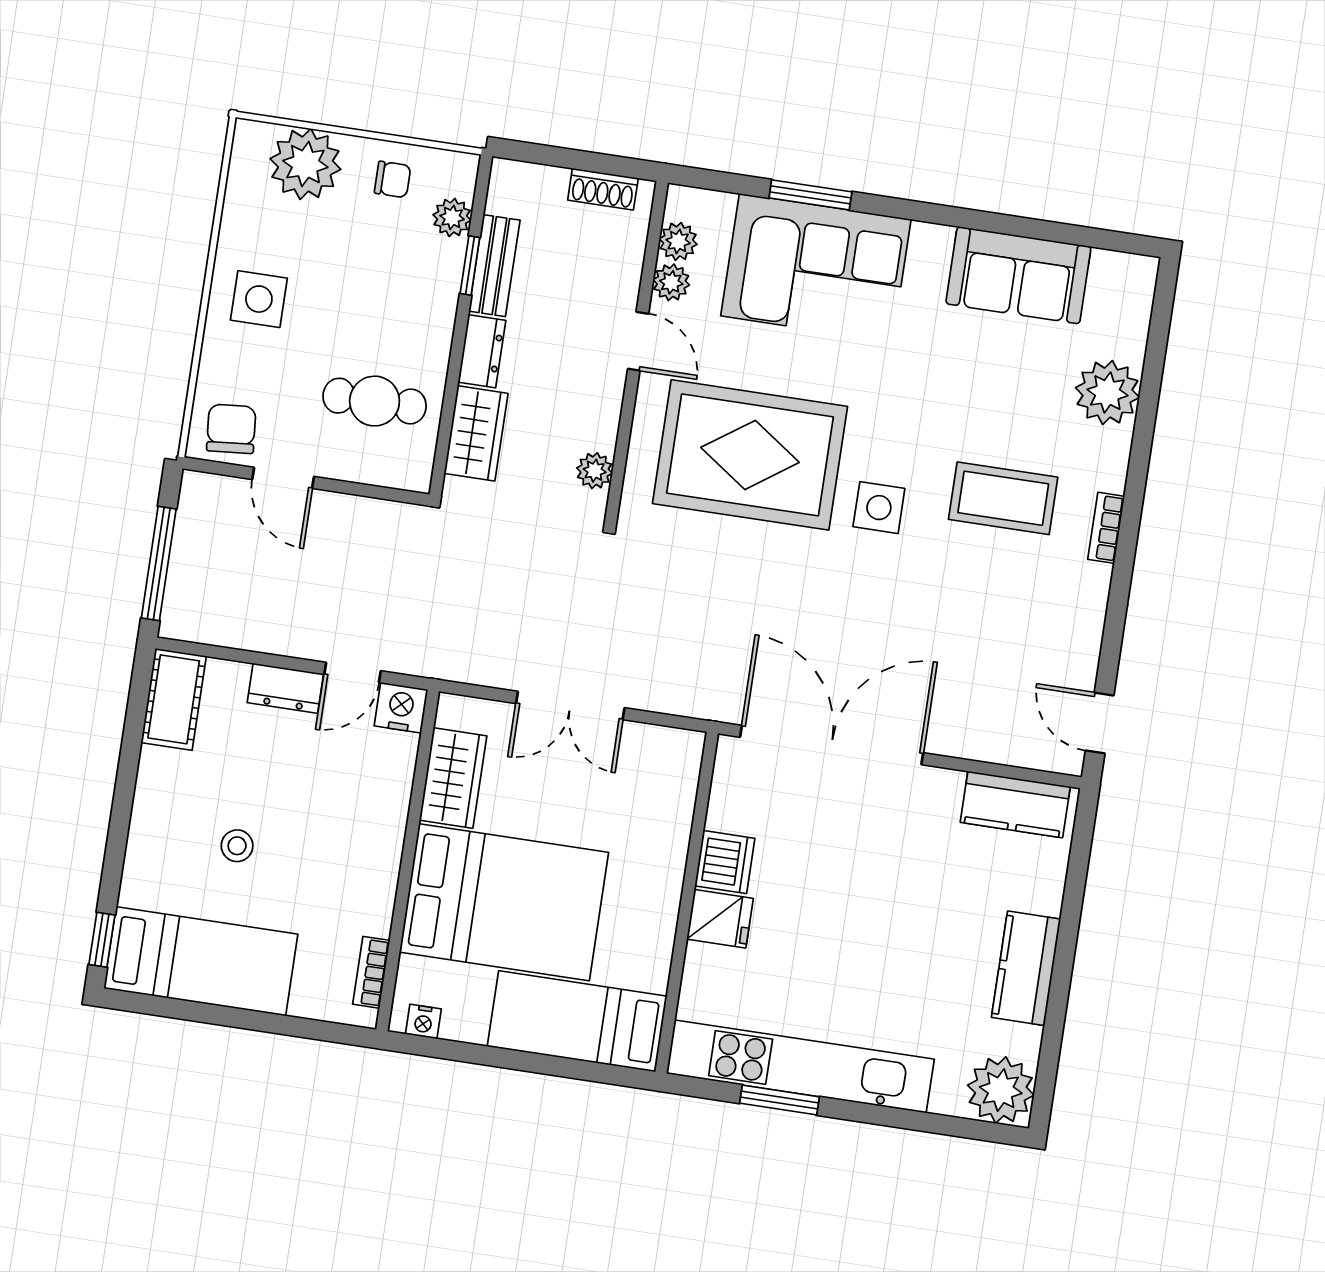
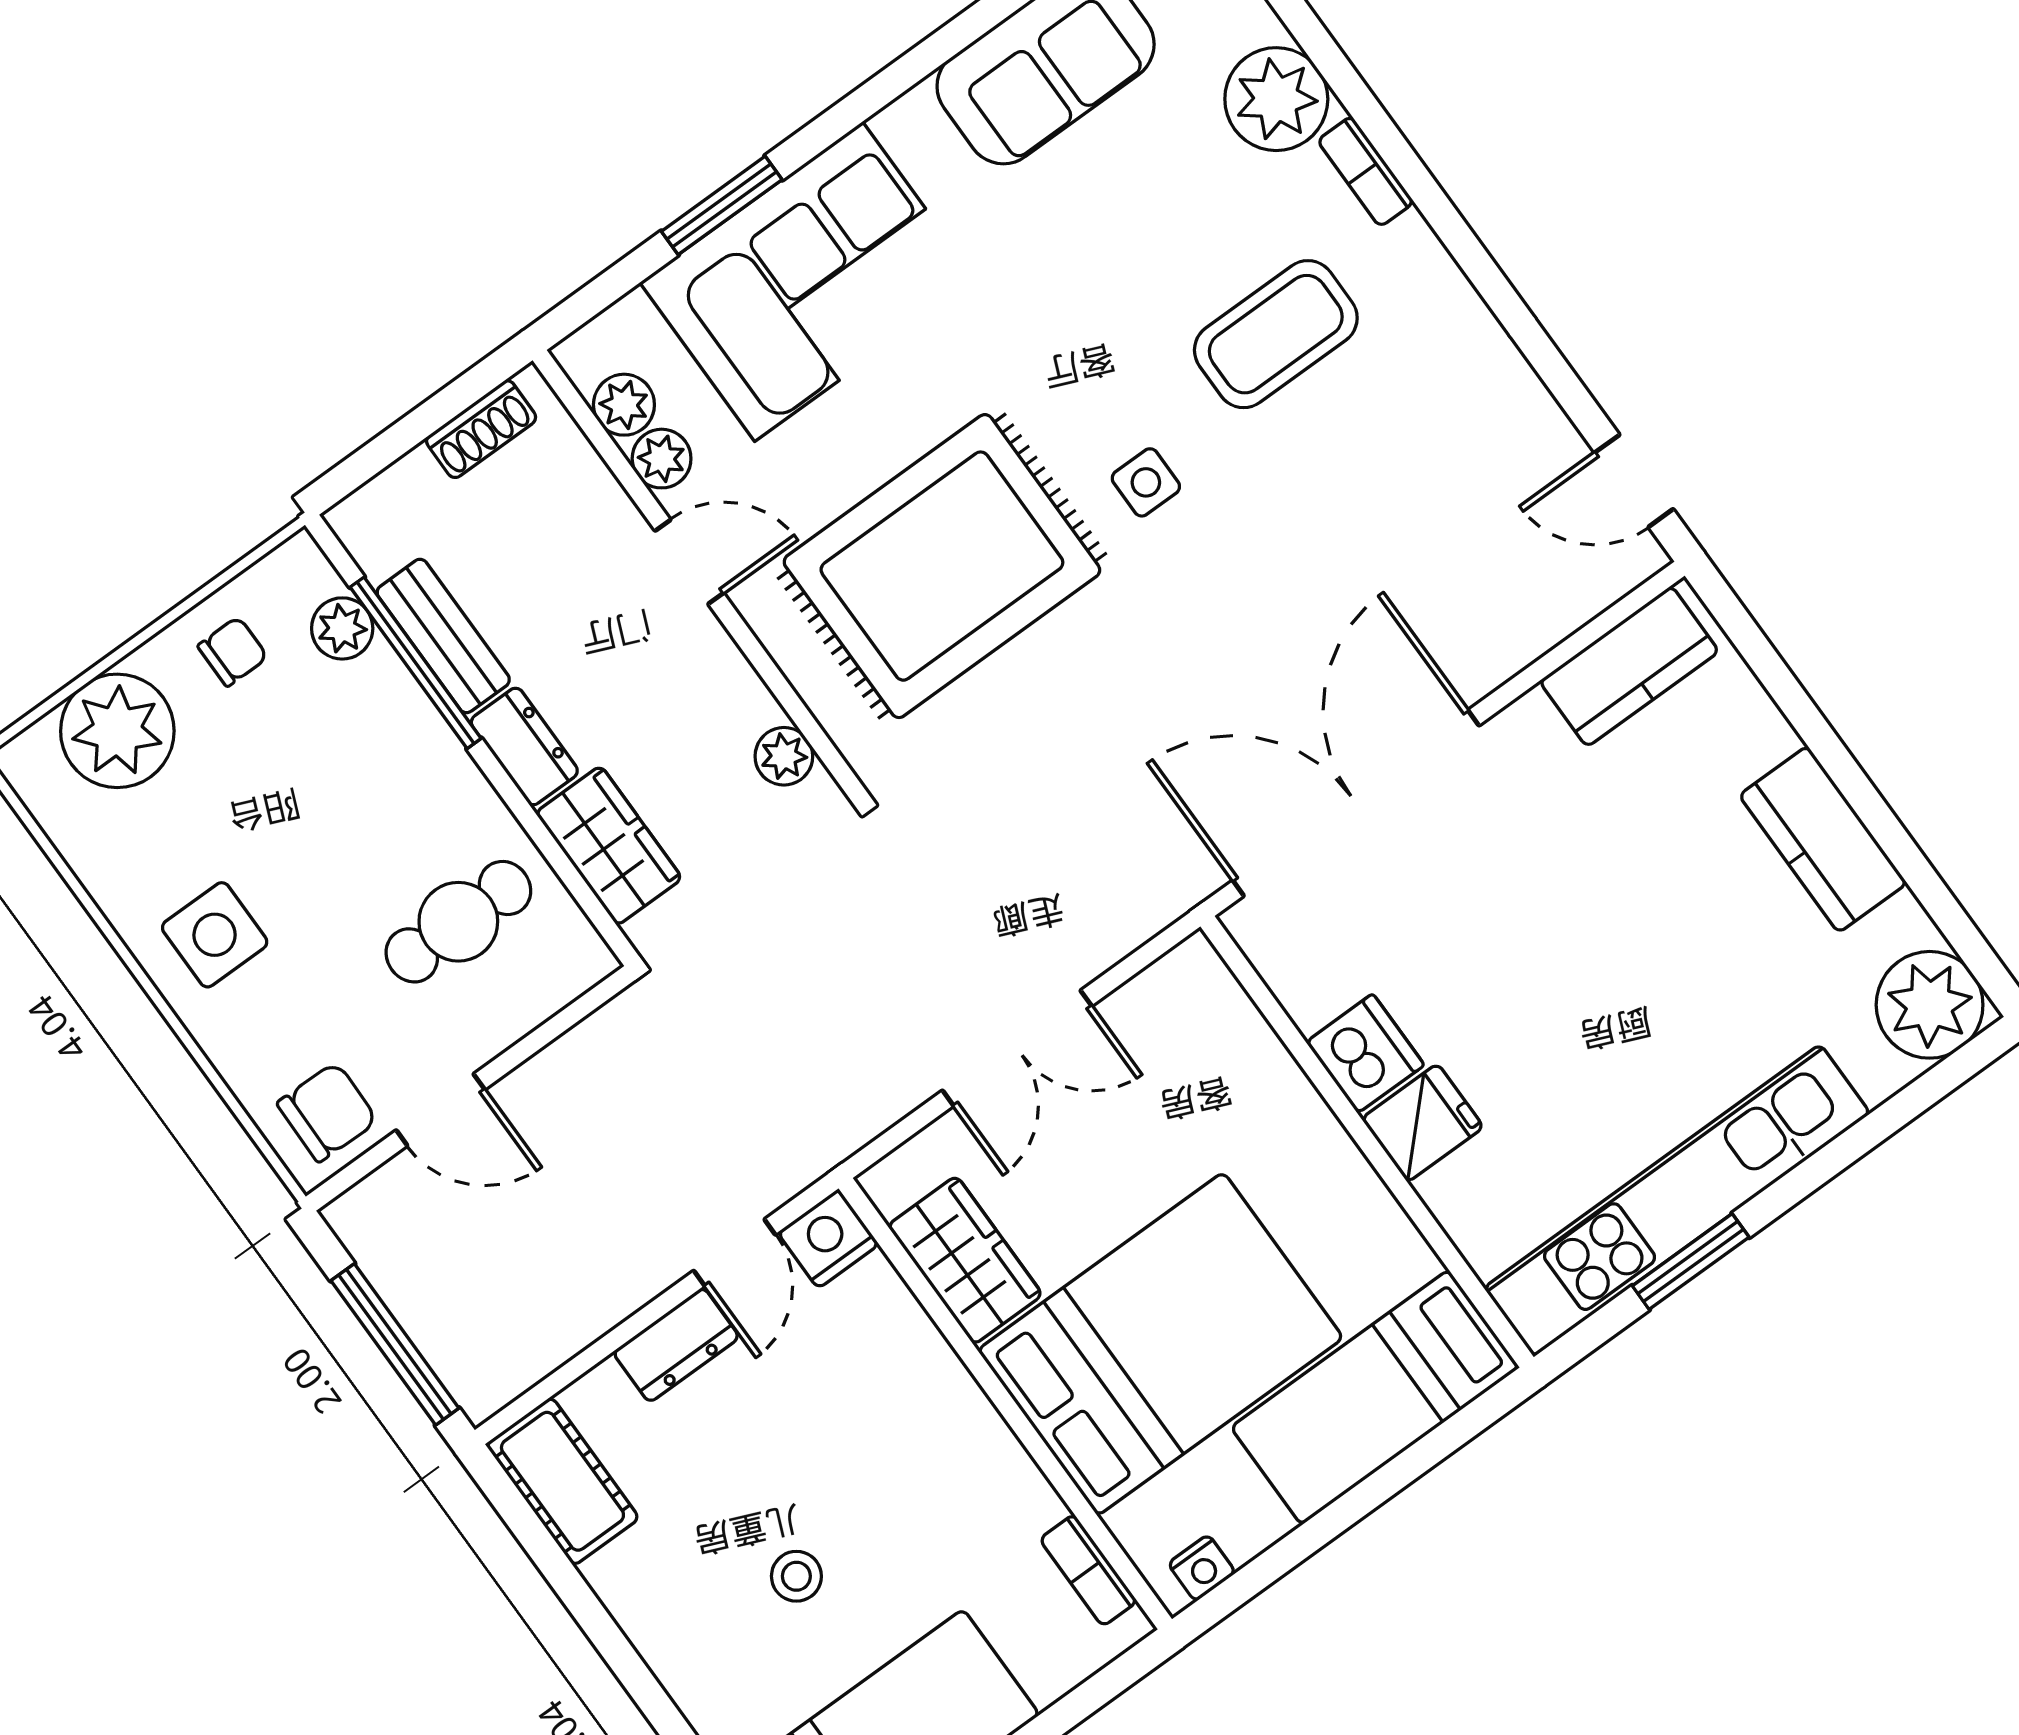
window: (470, 265) -> (416, 663), width x2.17
chair: (231, 429) -> (327, 1112), turned 96
side table: (879, 508) -> (1146, 482), width x0.73, depth x0.73
bookcase: (1106, 528) -> (1366, 171), moved

